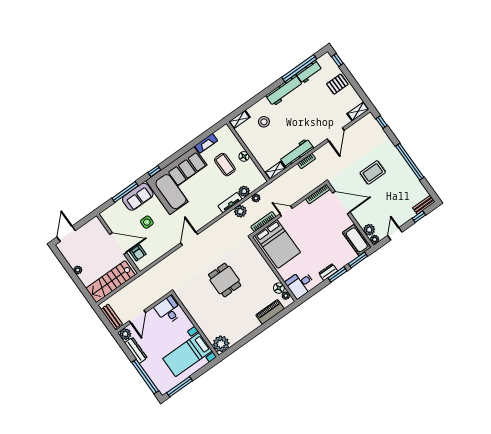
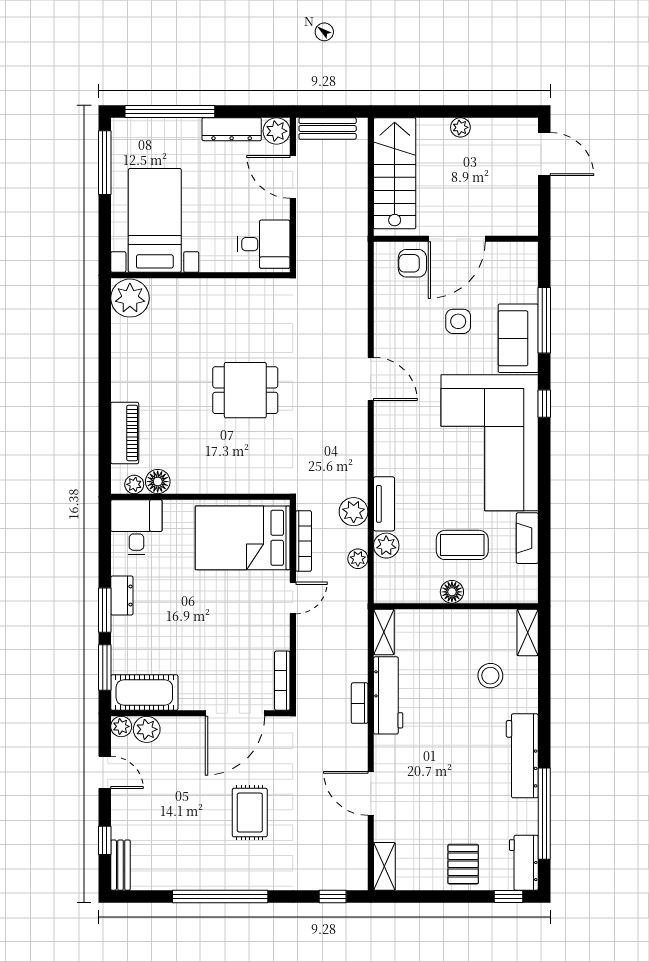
workbench: (309, 72) -> (524, 863), moved

